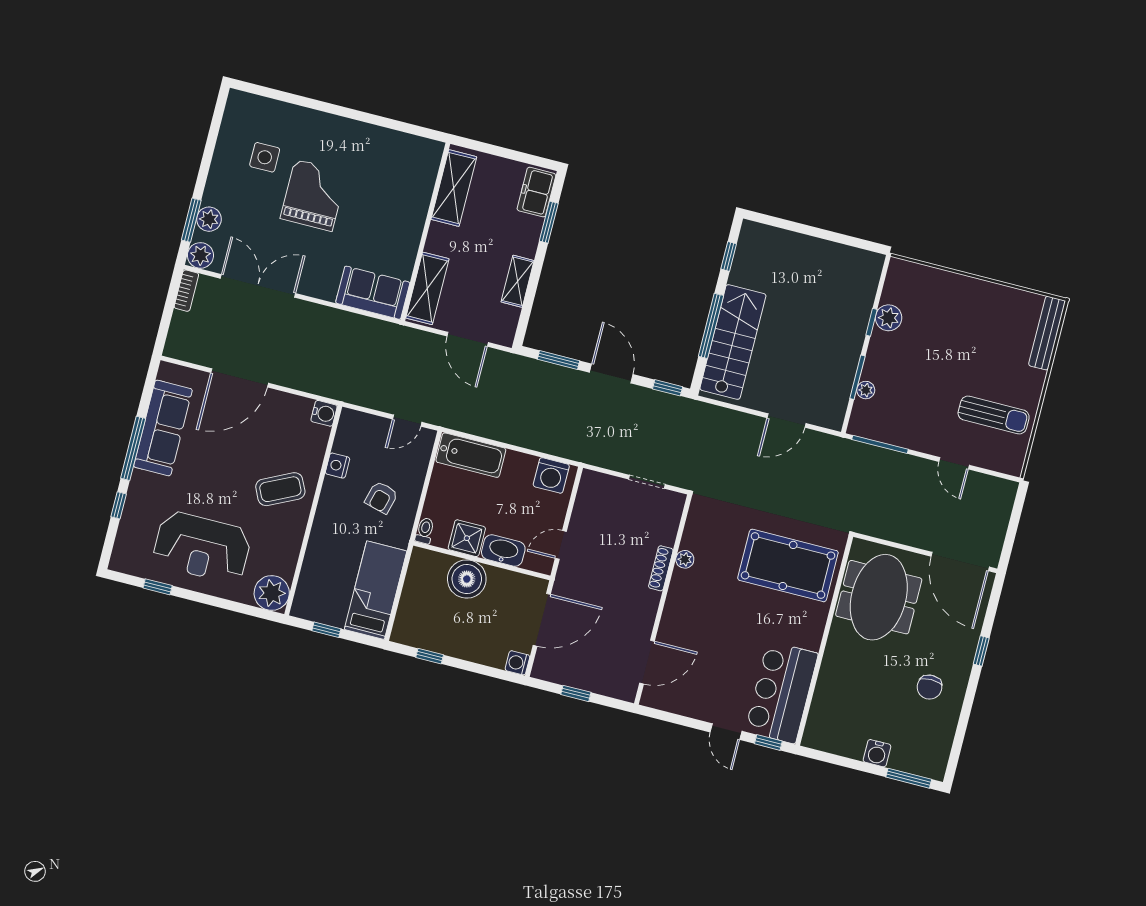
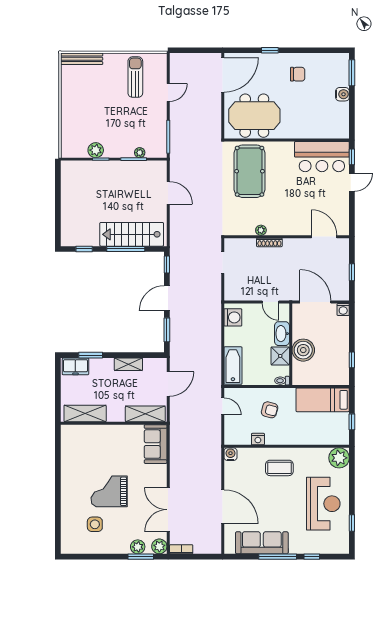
coffee table: (280, 489) -> (279, 468), turned -64

